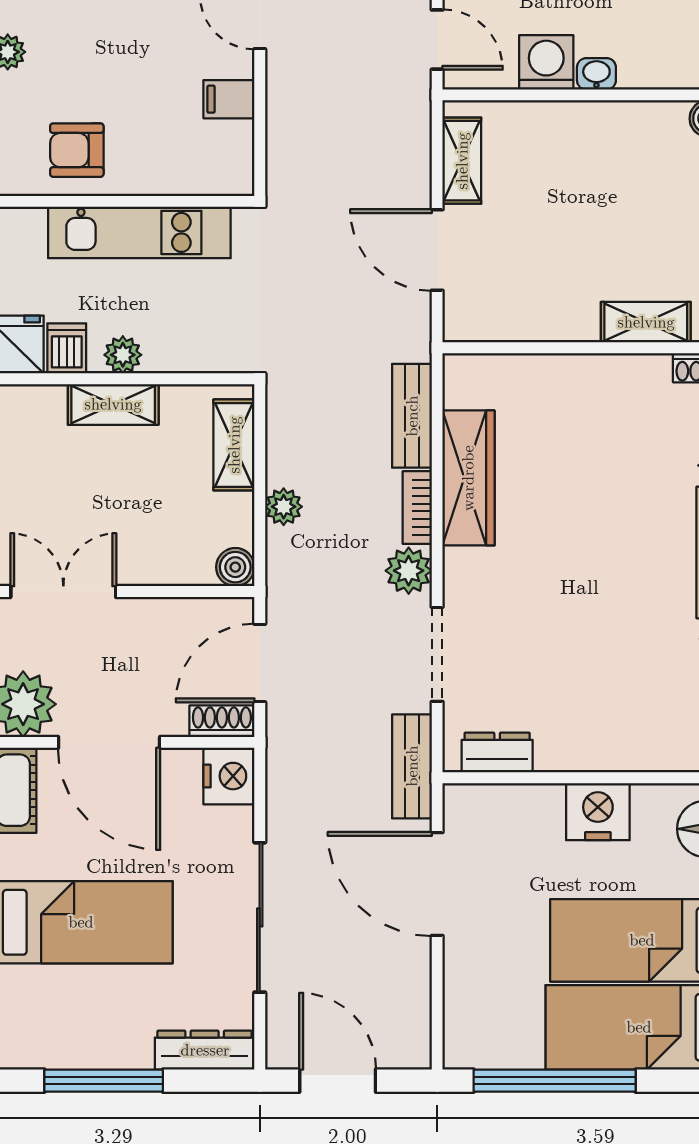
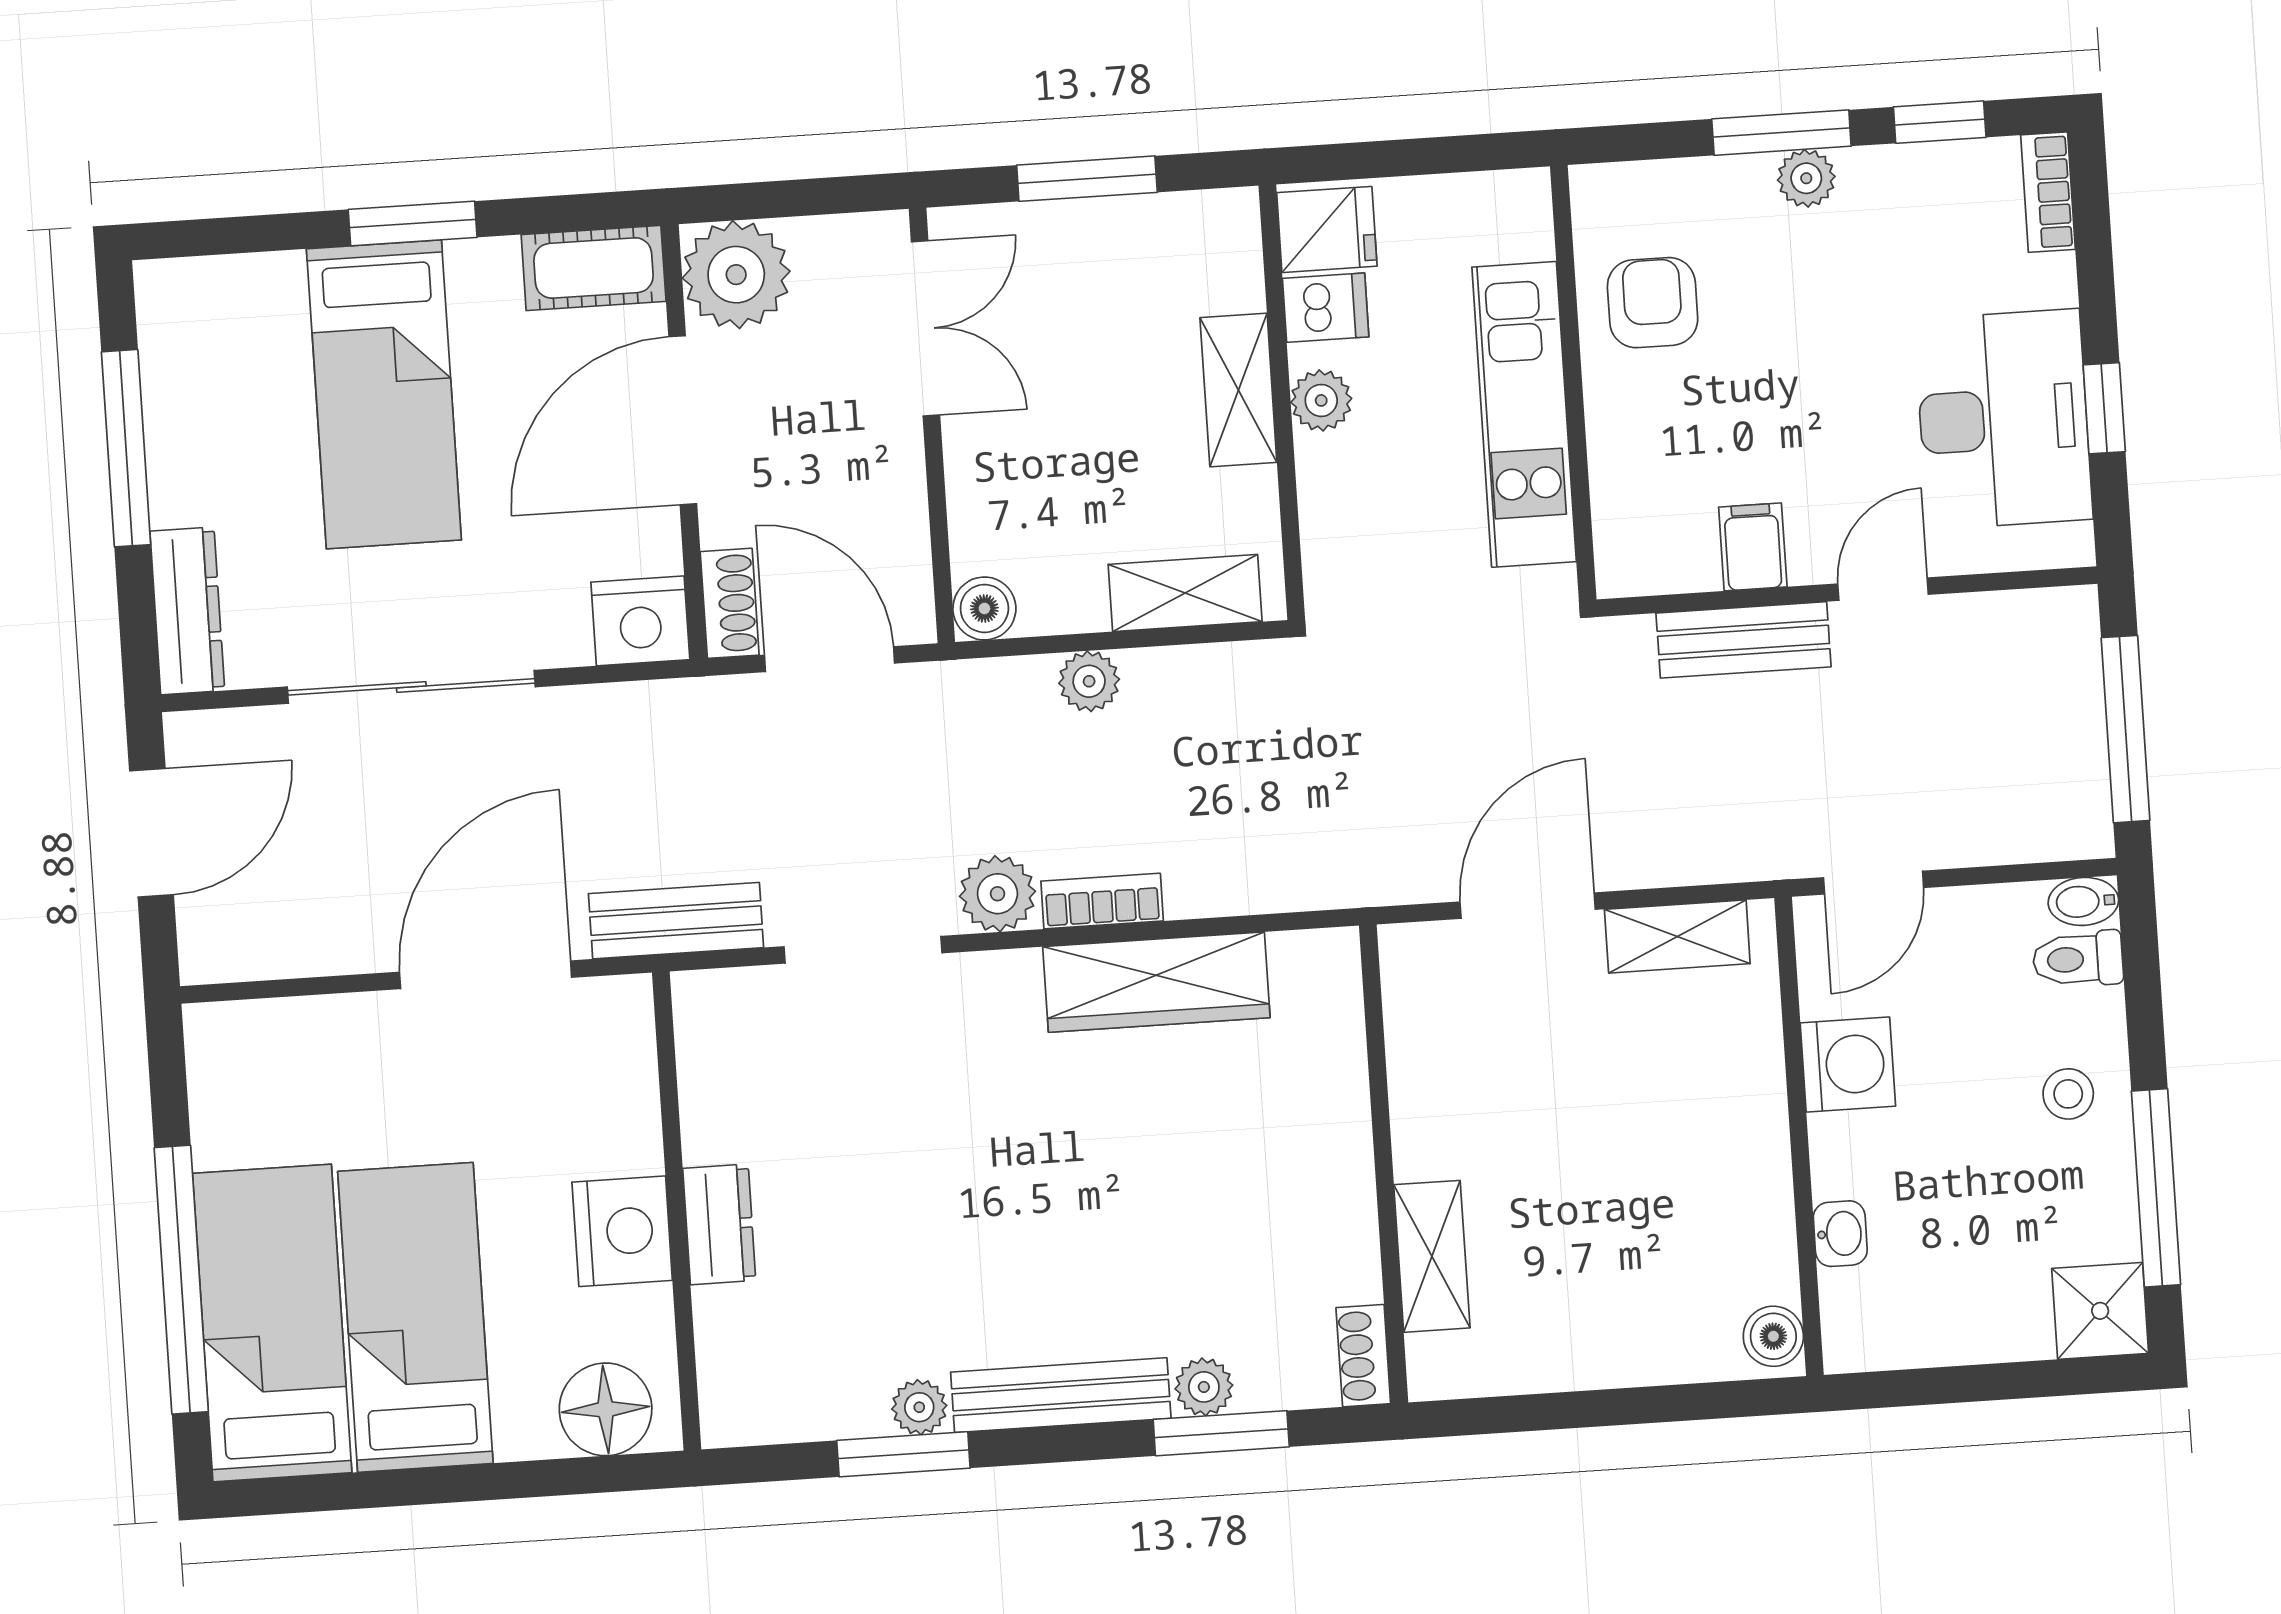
washbasin: (596, 74) -> (1840, 1234), moved
bench: (412, 416) -> (1744, 640), moved
dresser: (497, 753) -> (719, 1224), moved
window: (555, 1081) -> (181, 1280), moved

